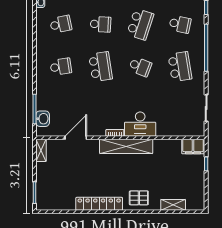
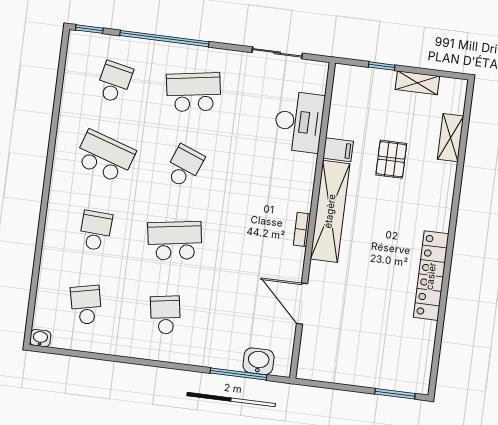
desk: (140, 124) -> (299, 122), moved
filing cabinet: (193, 147) -> (338, 150), moved, width x0.50
shelving: (41, 150) -> (417, 83), moved
pallet: (139, 198) -> (391, 159), moved

